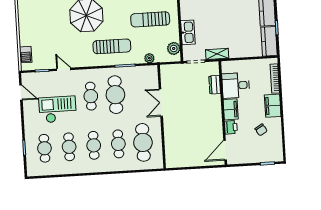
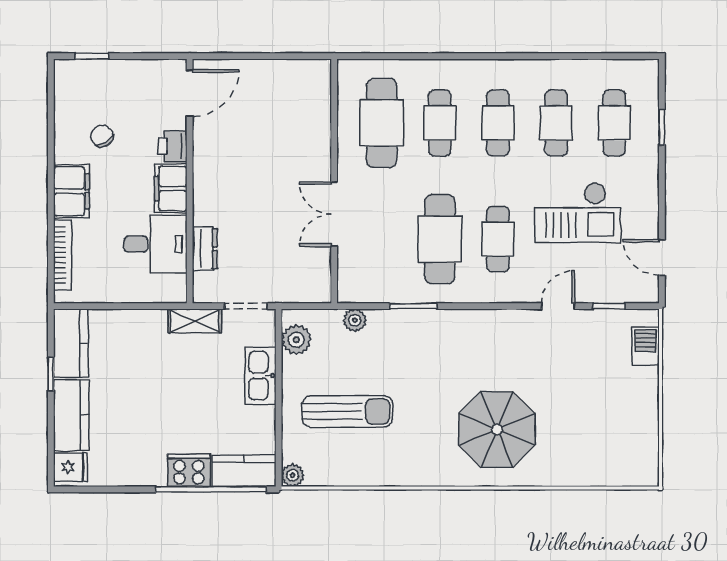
sun lounger: (112, 46) -> (441, 353), removed
door: (64, 69) -> (558, 306), swing flipped
double door: (161, 103) -> (334, 214), swing flipped

